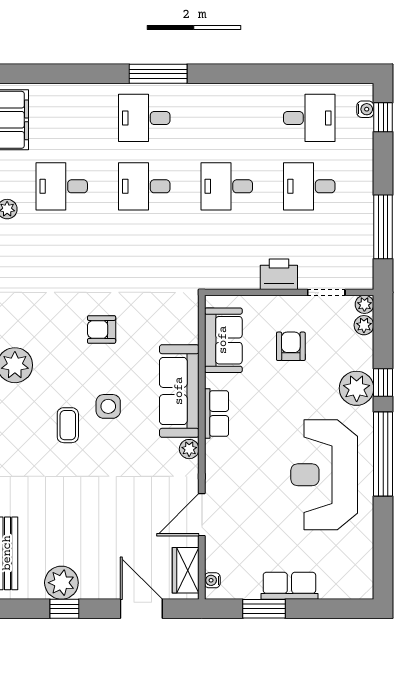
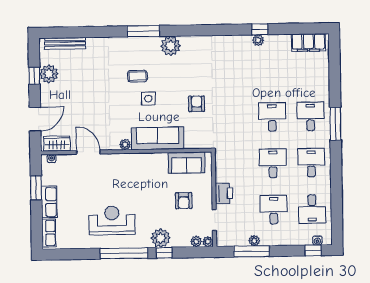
desk: (62, 186) -> (311, 163), moved
plant: (364, 222) -> (254, 241), added
armchair: (102, 329) -> (197, 104), moved
armchair: (291, 346) -> (184, 201), turned 90
row of seats: (217, 413) -> (49, 233), moved, turned -90
reception desk: (324, 475) -> (112, 220), width x0.74, depth x0.77

